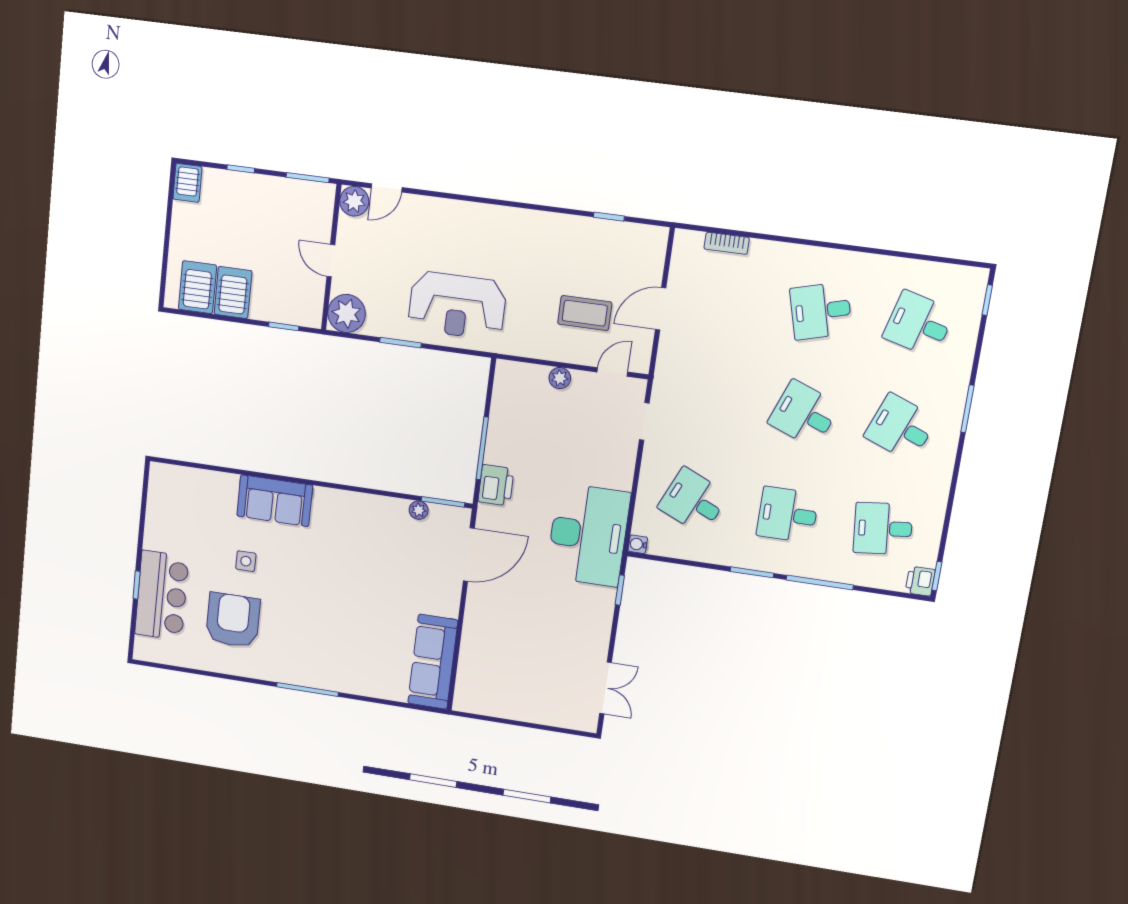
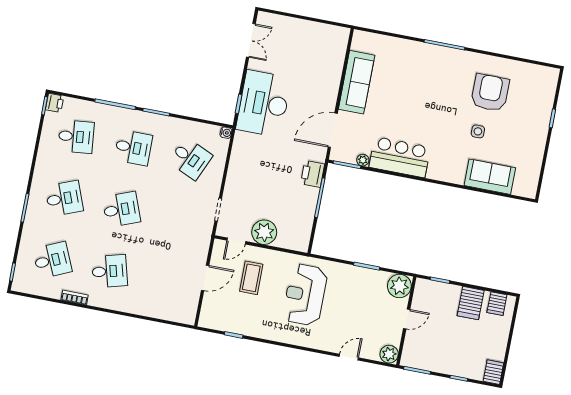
door: (387, 188) -> (349, 357), moved
bookcase: (727, 243) -> (75, 297), moved
door: (331, 261) -> (407, 319), hinge flipped
server rack: (197, 287) -> (497, 304), width x0.73, depth x0.70
reception desk: (457, 306) -> (305, 295), moved, turned -90
coffee table: (585, 313) -> (251, 278), turned 90
desk: (919, 324) -> (52, 260), turned -39
plant: (560, 378) -> (264, 232), width x1.87, depth x1.87
desk: (804, 414) -> (121, 209), turned -42
desk: (901, 427) -> (64, 198), turned -42
sofa: (275, 501) -> (490, 177), moved
desk: (588, 535) -> (264, 104), moved
bar counter: (162, 595) -> (400, 157), moved, turned 90
armchair: (233, 620) -> (490, 93), turned 180
sofa: (433, 662) -> (357, 82), moved
double door: (606, 688) -> (251, 40), swing flipped

